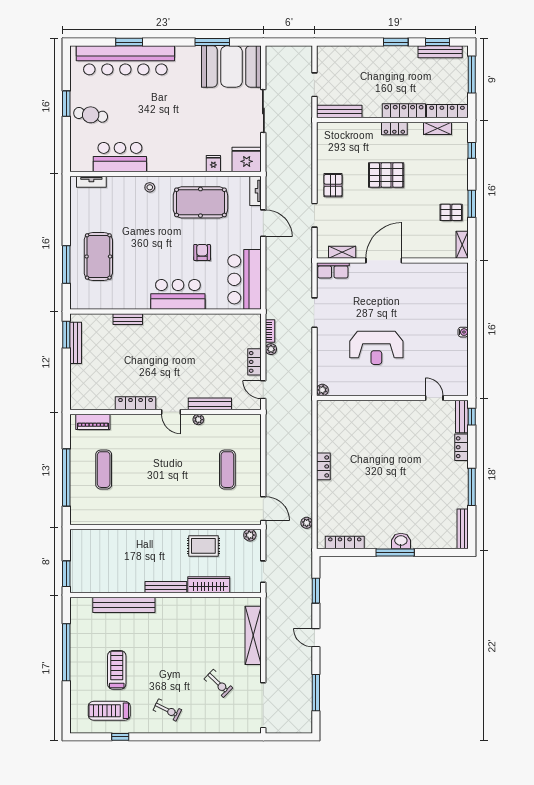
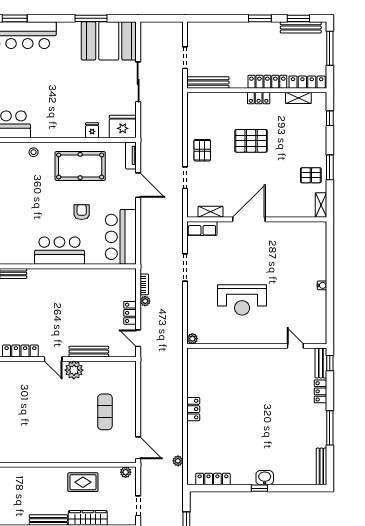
plant: (198, 420) -> (74, 370), width x1.88, depth x1.88
window: (395, 552) -> (259, 488), width x0.46

